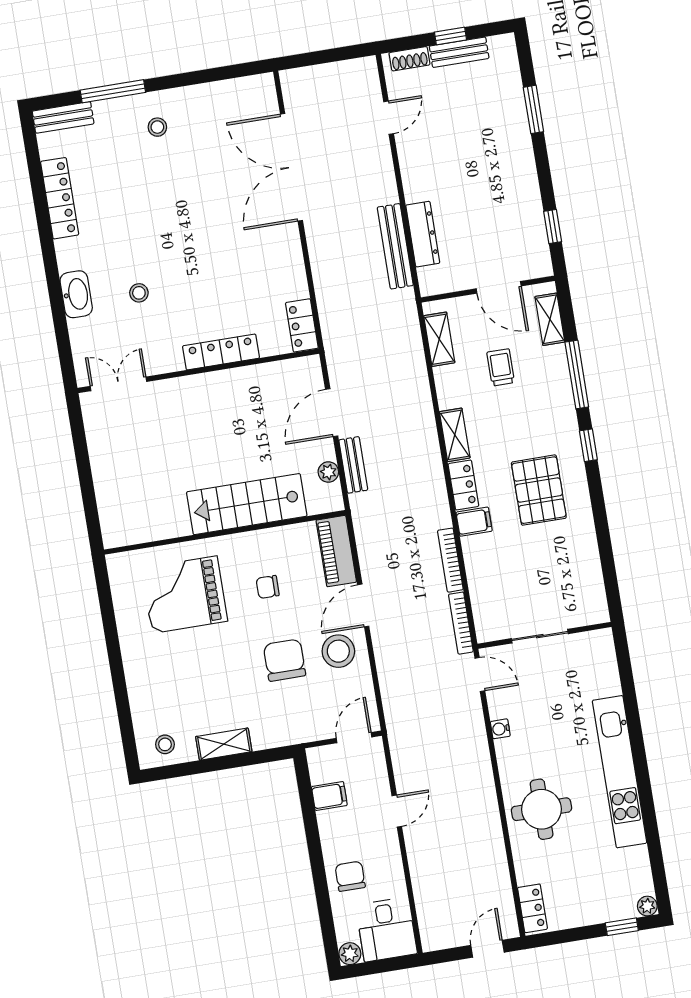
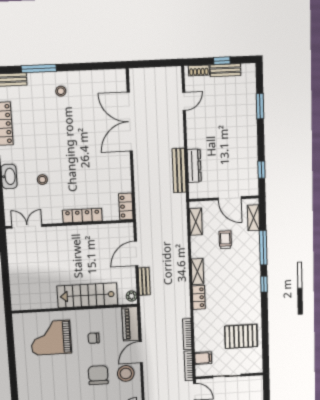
plant: (328, 472) -> (132, 296), moved
pallet: (539, 490) -> (241, 336), moved, turned 90
filing cabinet: (474, 522) -> (203, 358), moved

